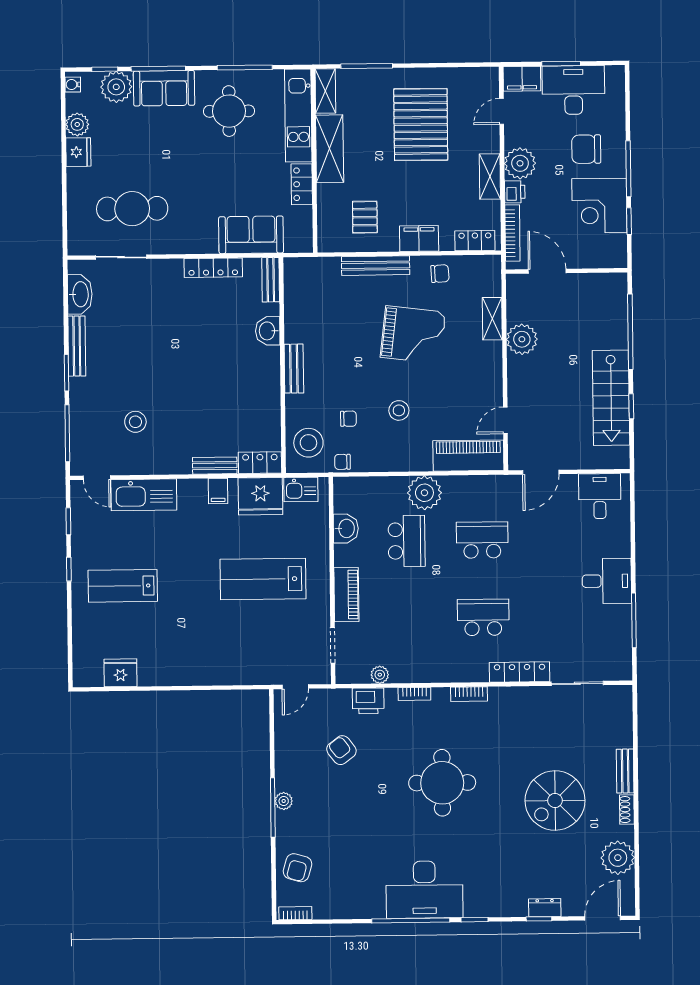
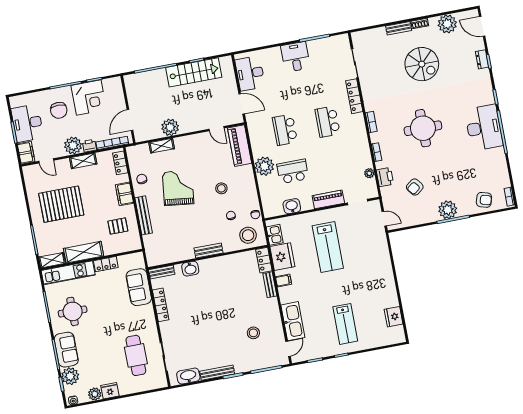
desk: (600, 496) -> (250, 73), width x1.37
plant: (284, 801) -> (448, 210), width x1.88, depth x1.88

